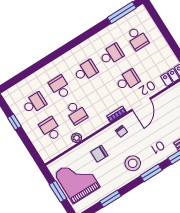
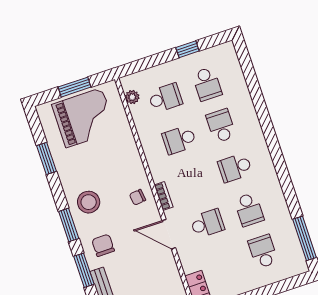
school desk: (137, 38) -> (263, 251), turned 90
school desk: (86, 71) -> (235, 168), turned 90
school desk: (128, 80) -> (207, 224), turned -90
school desk: (60, 87) -> (221, 126), turned -90
plant: (77, 138) -> (132, 97), moved
chair: (99, 154) -> (103, 245), moved

